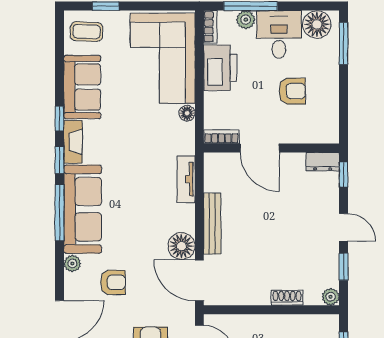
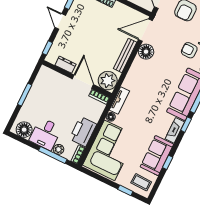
window: (344, 43) -> (25, 95), moved
armchair: (292, 91) -> (53, 102), removed
window: (60, 119) -> (168, 162), moved
dresser: (323, 162) -> (66, 65), moved
plant: (221, 169) -> (108, 81), added
tv unit: (186, 179) -> (119, 100), moved
door: (199, 280) -> (145, 30), swing flipped

